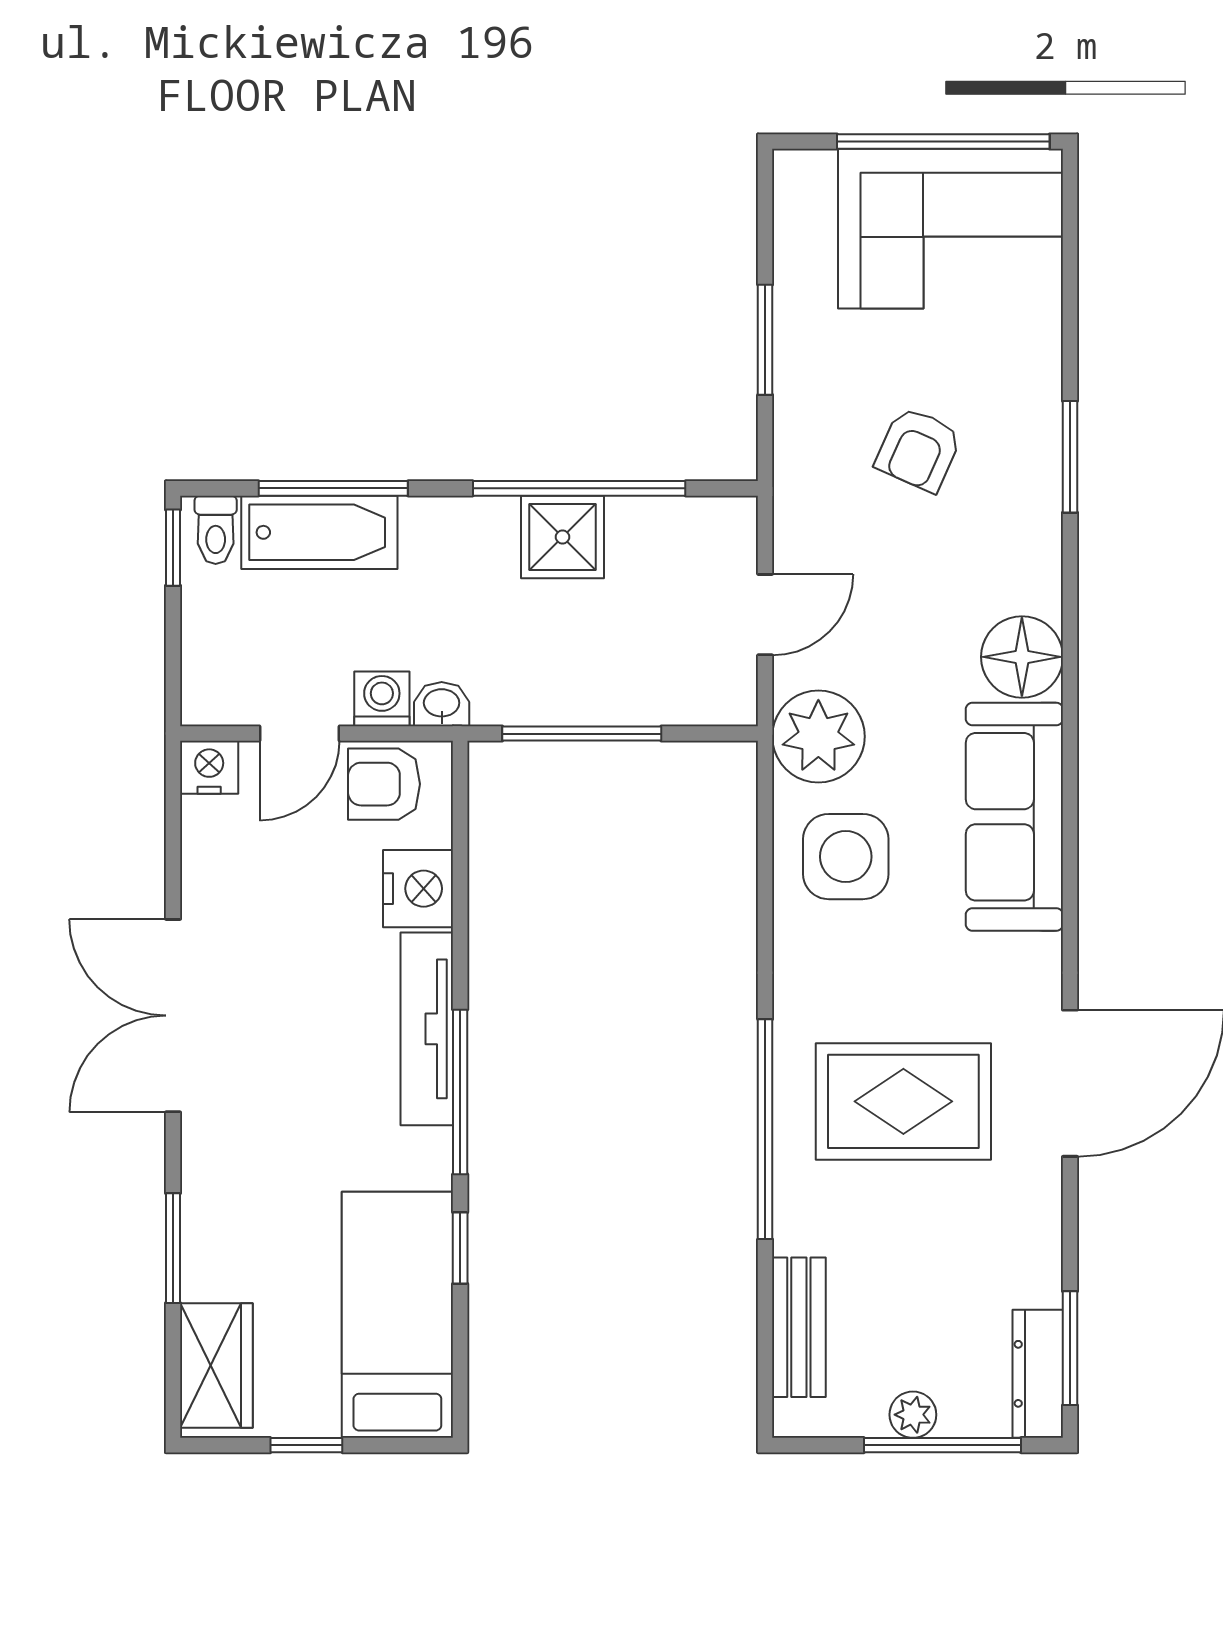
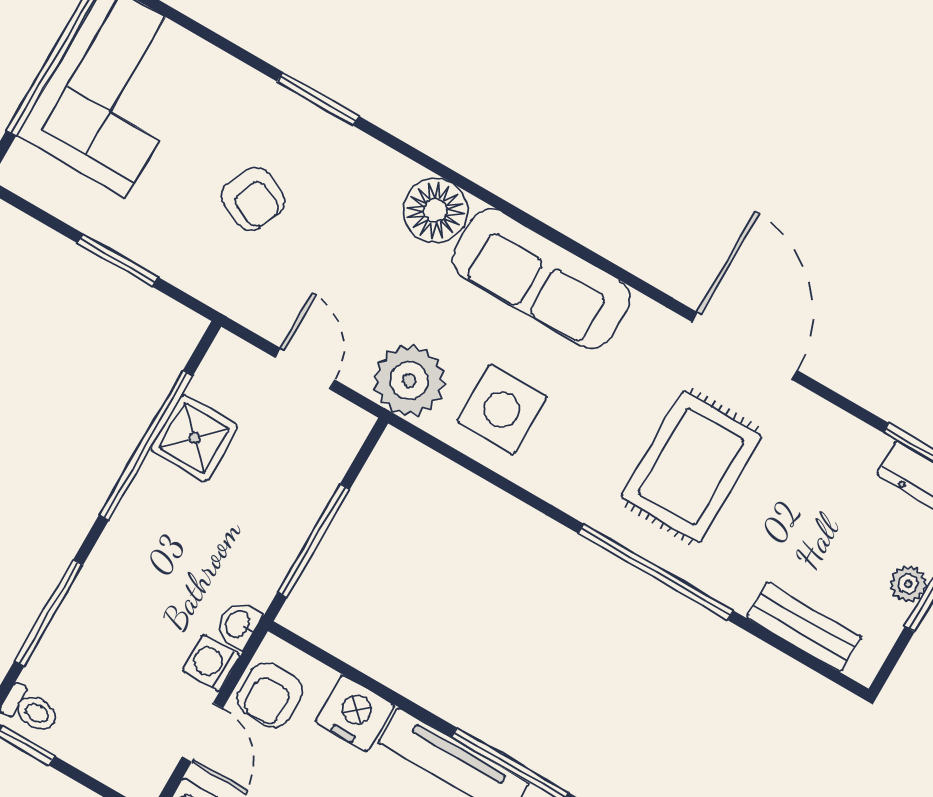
bathtub: (319, 532) -> (73, 640), removed
shower: (562, 537) -> (194, 438), moved

